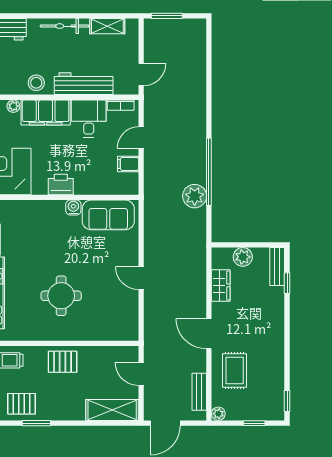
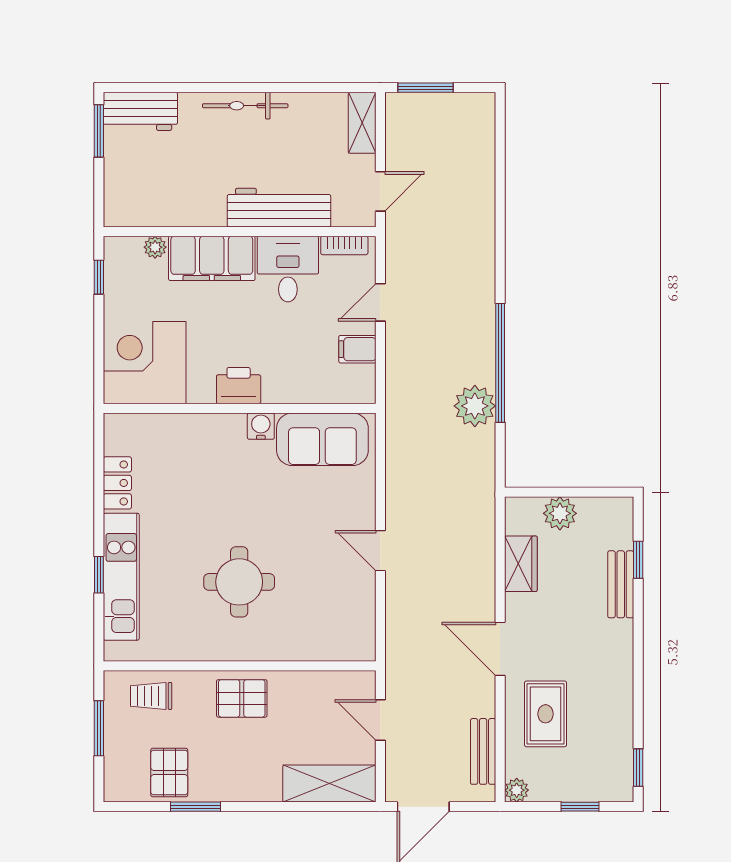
shelving: (107, 26) -> (362, 123), moved, turned 90
stool: (36, 83) -> (195, 206), removed
bench: (277, 267) -> (621, 584), moved
pallet: (21, 404) -> (169, 772), turned 90

